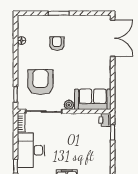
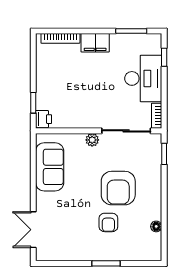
double door: (113, 38) -> (33, 230), width x0.73
armchair: (40, 82) -> (118, 188), moved
sofa: (93, 99) -> (50, 167), moved, turned -90

